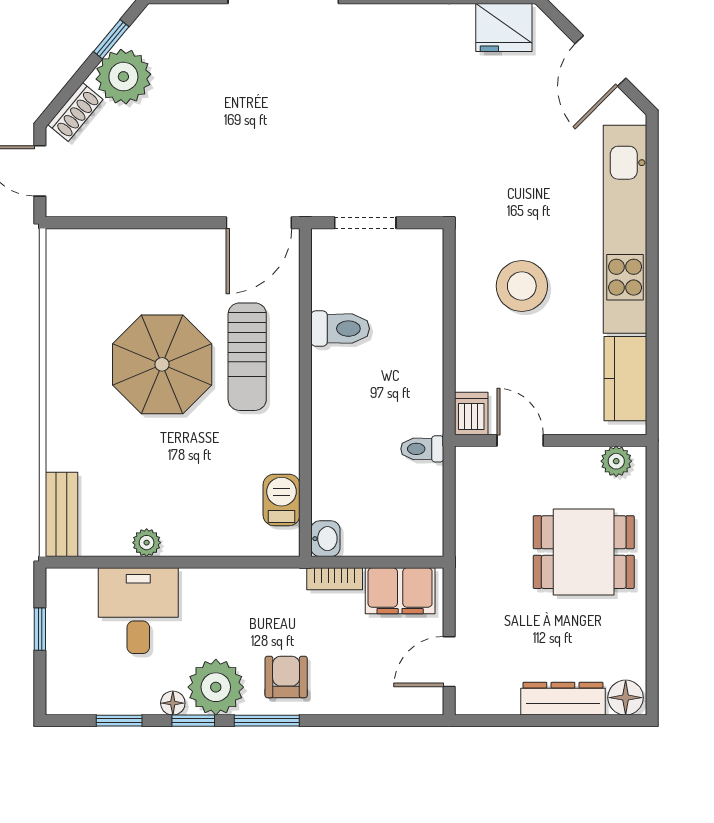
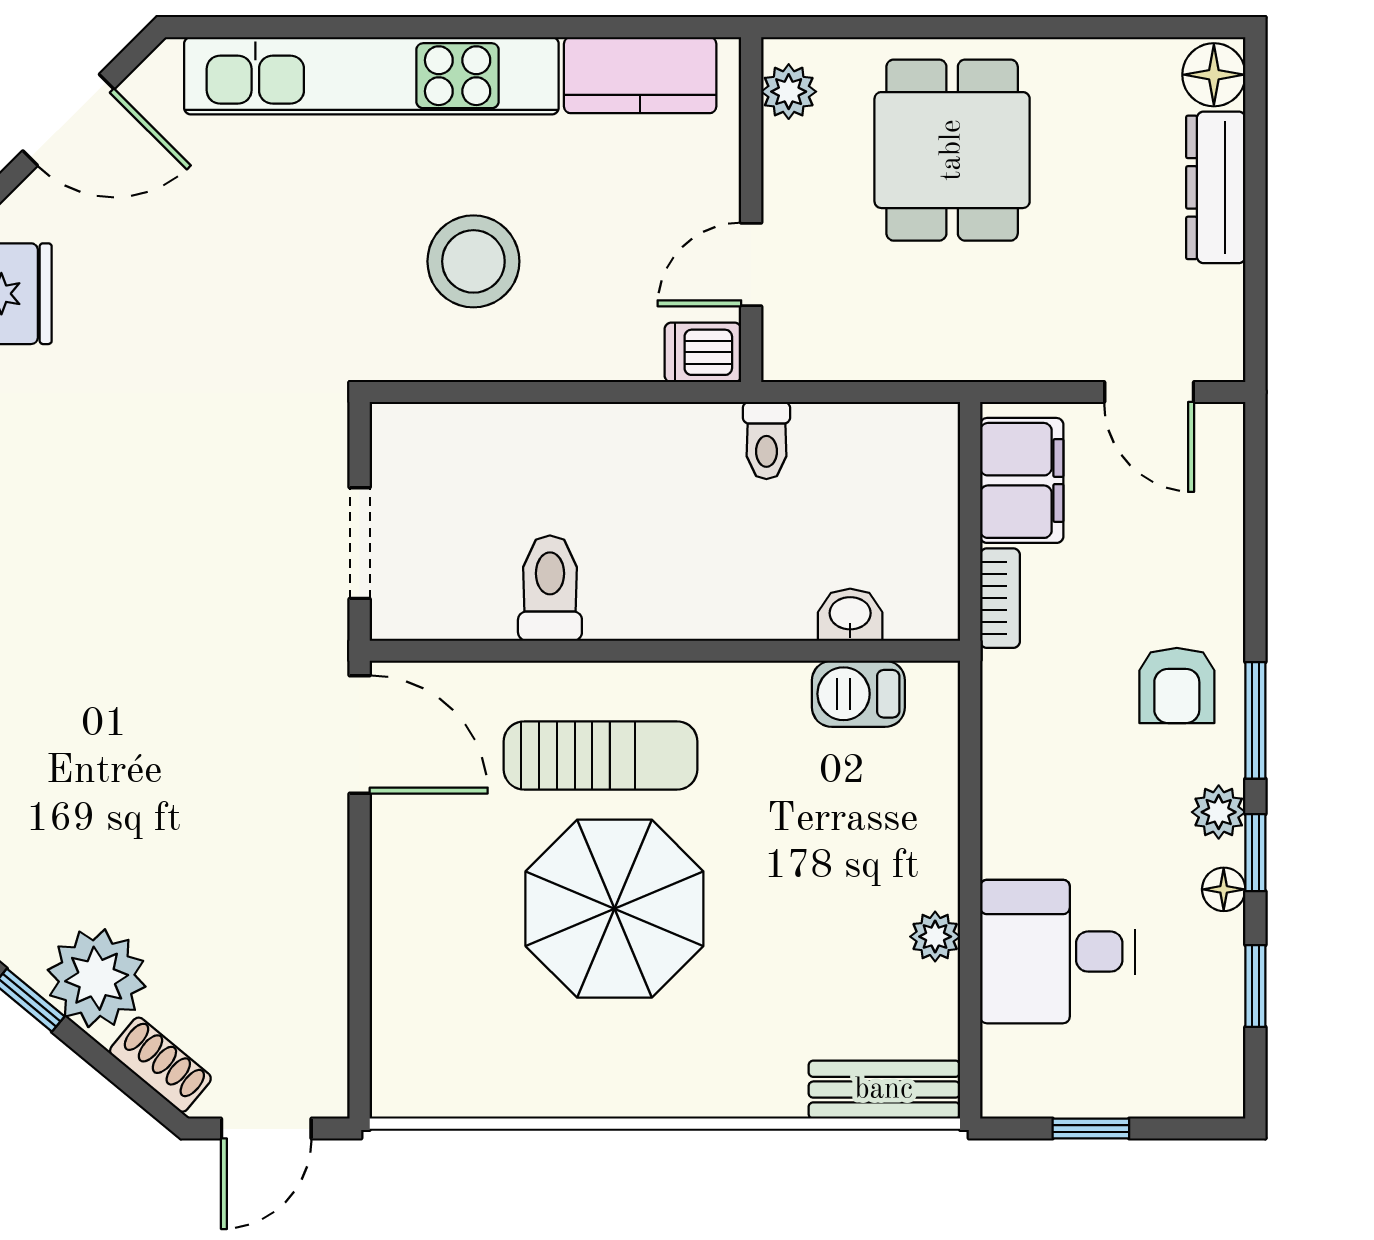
washbasin: (325, 539) -> (850, 615), moved
armchair: (286, 677) -> (1177, 685), turned -90
plant: (216, 687) -> (1219, 812), width x0.53, depth x0.53

